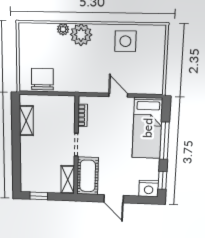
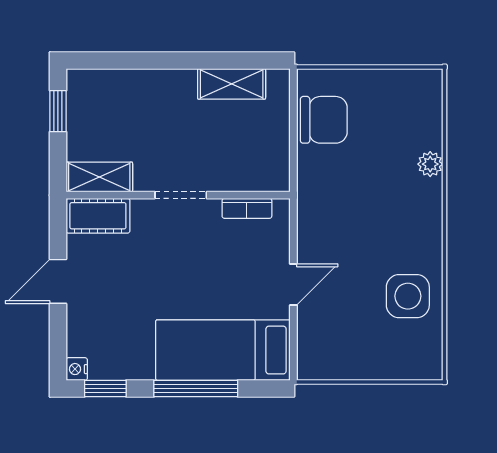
plant: (81, 35) -> (420, 202), removed
cot: (88, 176) -> (98, 216), width x0.73, depth x0.75
nightstand: (149, 189) -> (77, 369), width x0.53, depth x0.56

